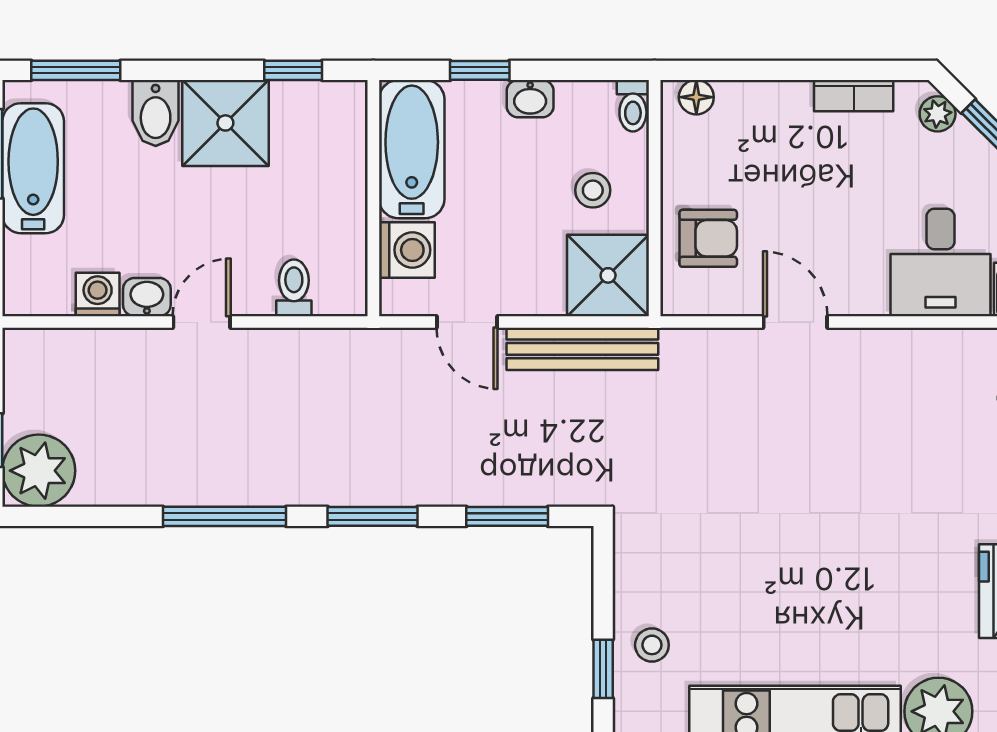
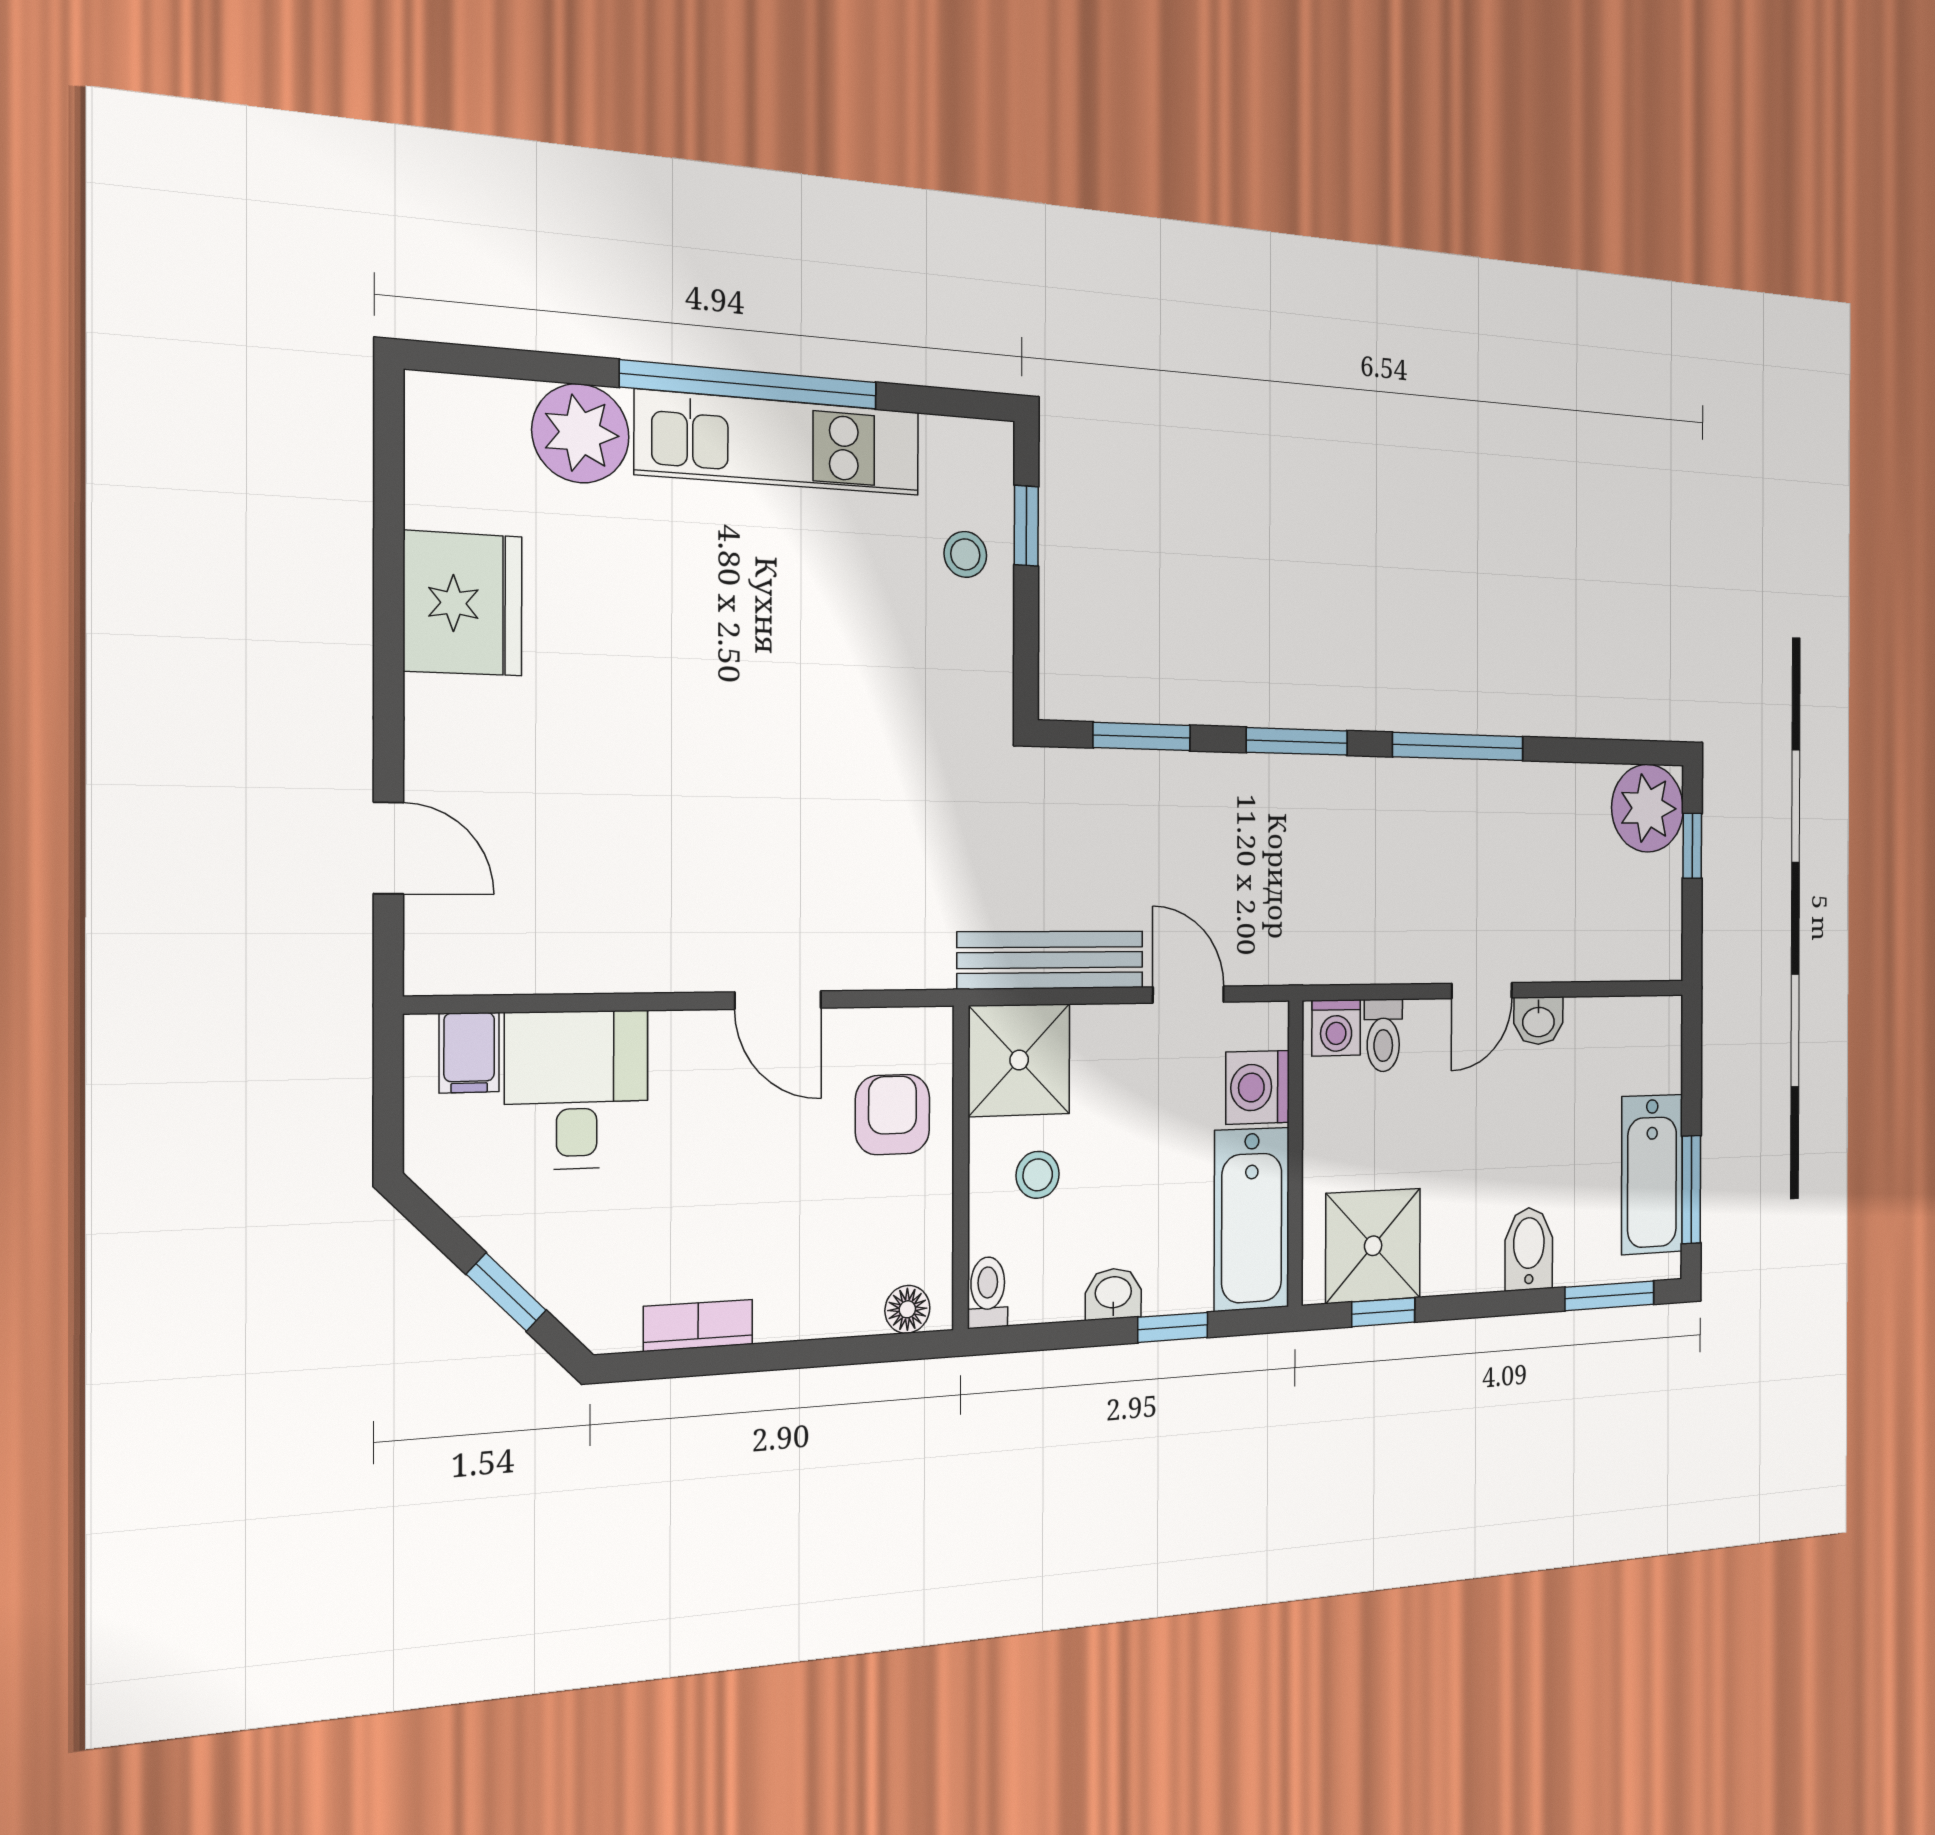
plant: (938, 114) -> (581, 1307), removed
shower: (225, 123) -> (1373, 1246), moved
armchair: (708, 238) -> (892, 1115), turned 90
washing machine: (98, 294) -> (1336, 1028), moved

